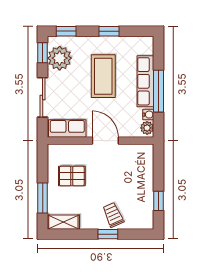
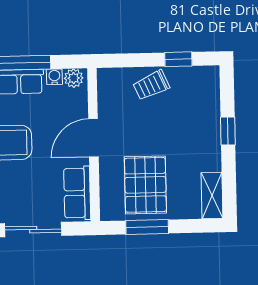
pallet: (72, 176) -> (145, 185), width x1.50, depth x1.42
window: (43, 198) -> (147, 227), moved
trolley: (113, 215) -> (151, 85), moved

